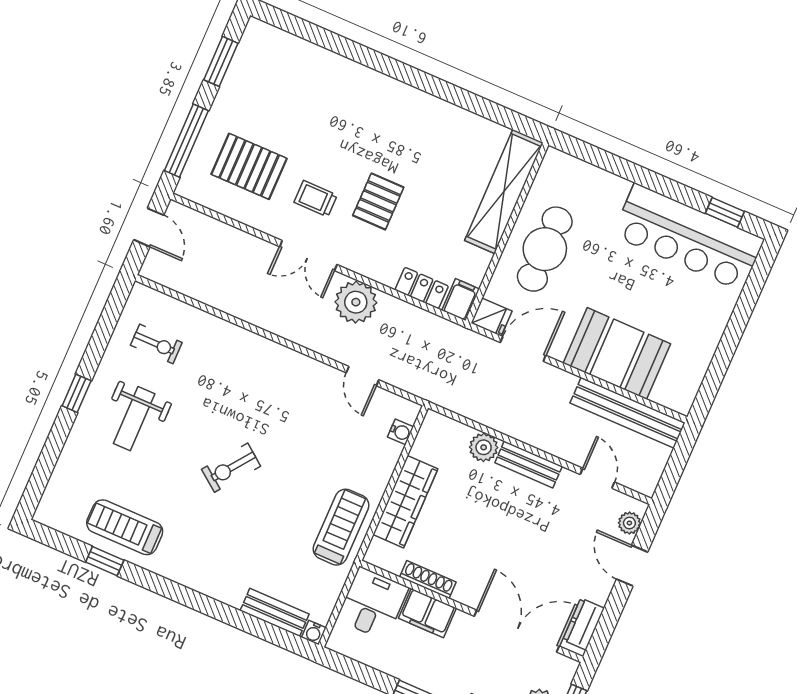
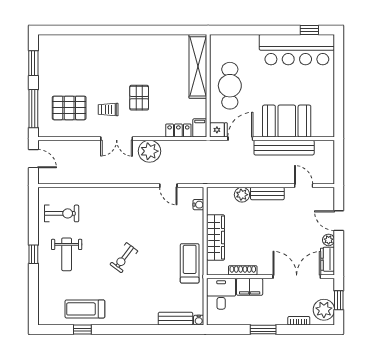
exercise bike: (156, 344) -> (62, 213), width x1.38, depth x1.39
bench: (628, 413) -> (284, 148), moved
plant: (629, 523) -> (329, 240), moved

